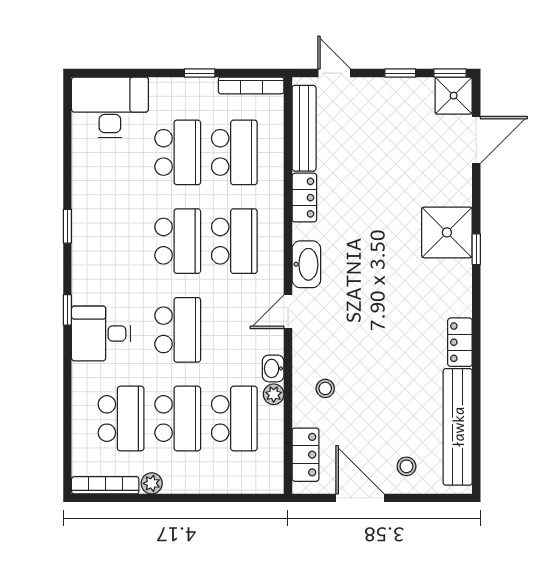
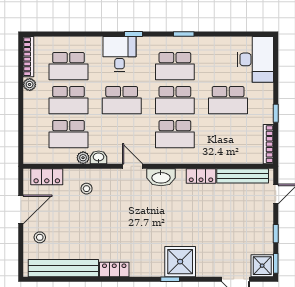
school desk: (234, 152) -> (175, 66), moved

